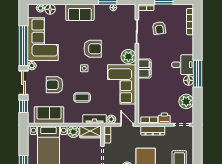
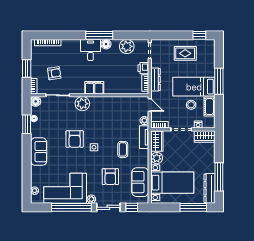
floor lamp: (50, 9) -> (36, 101), moved
armchair: (93, 49) -> (75, 139), turned 180
corner sofa: (122, 84) -> (110, 110), removed
door: (127, 125) -> (150, 105), swing flipped

